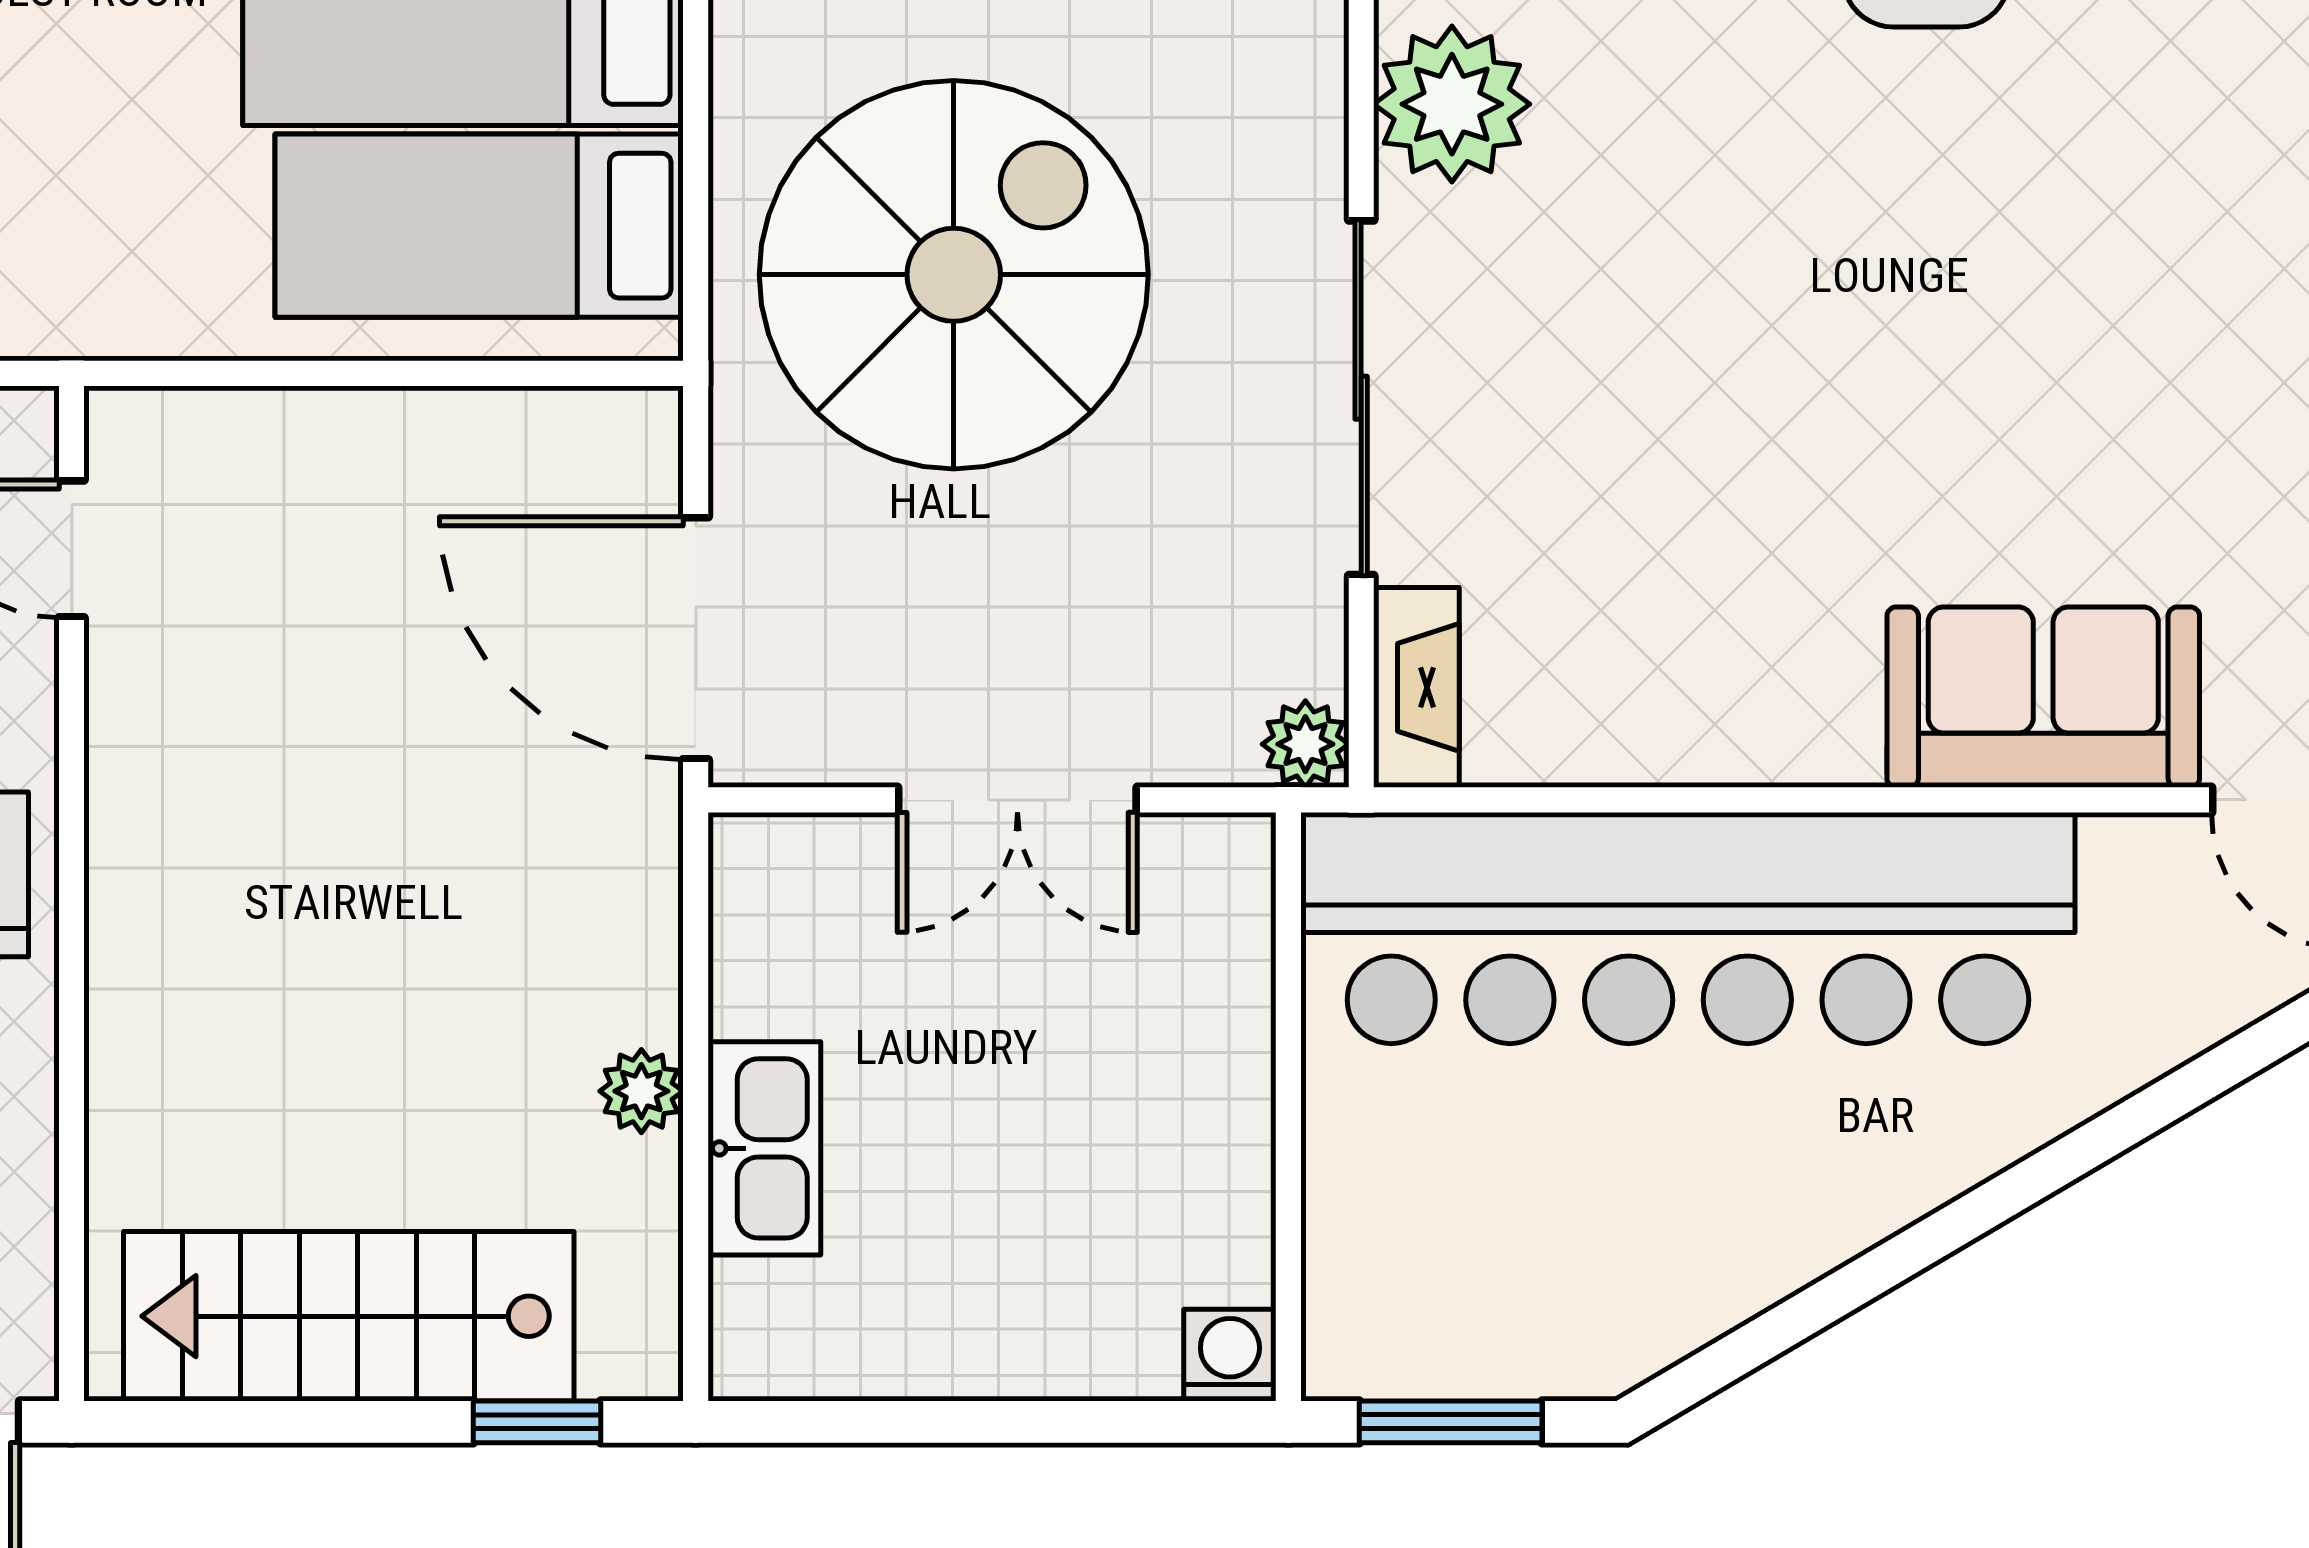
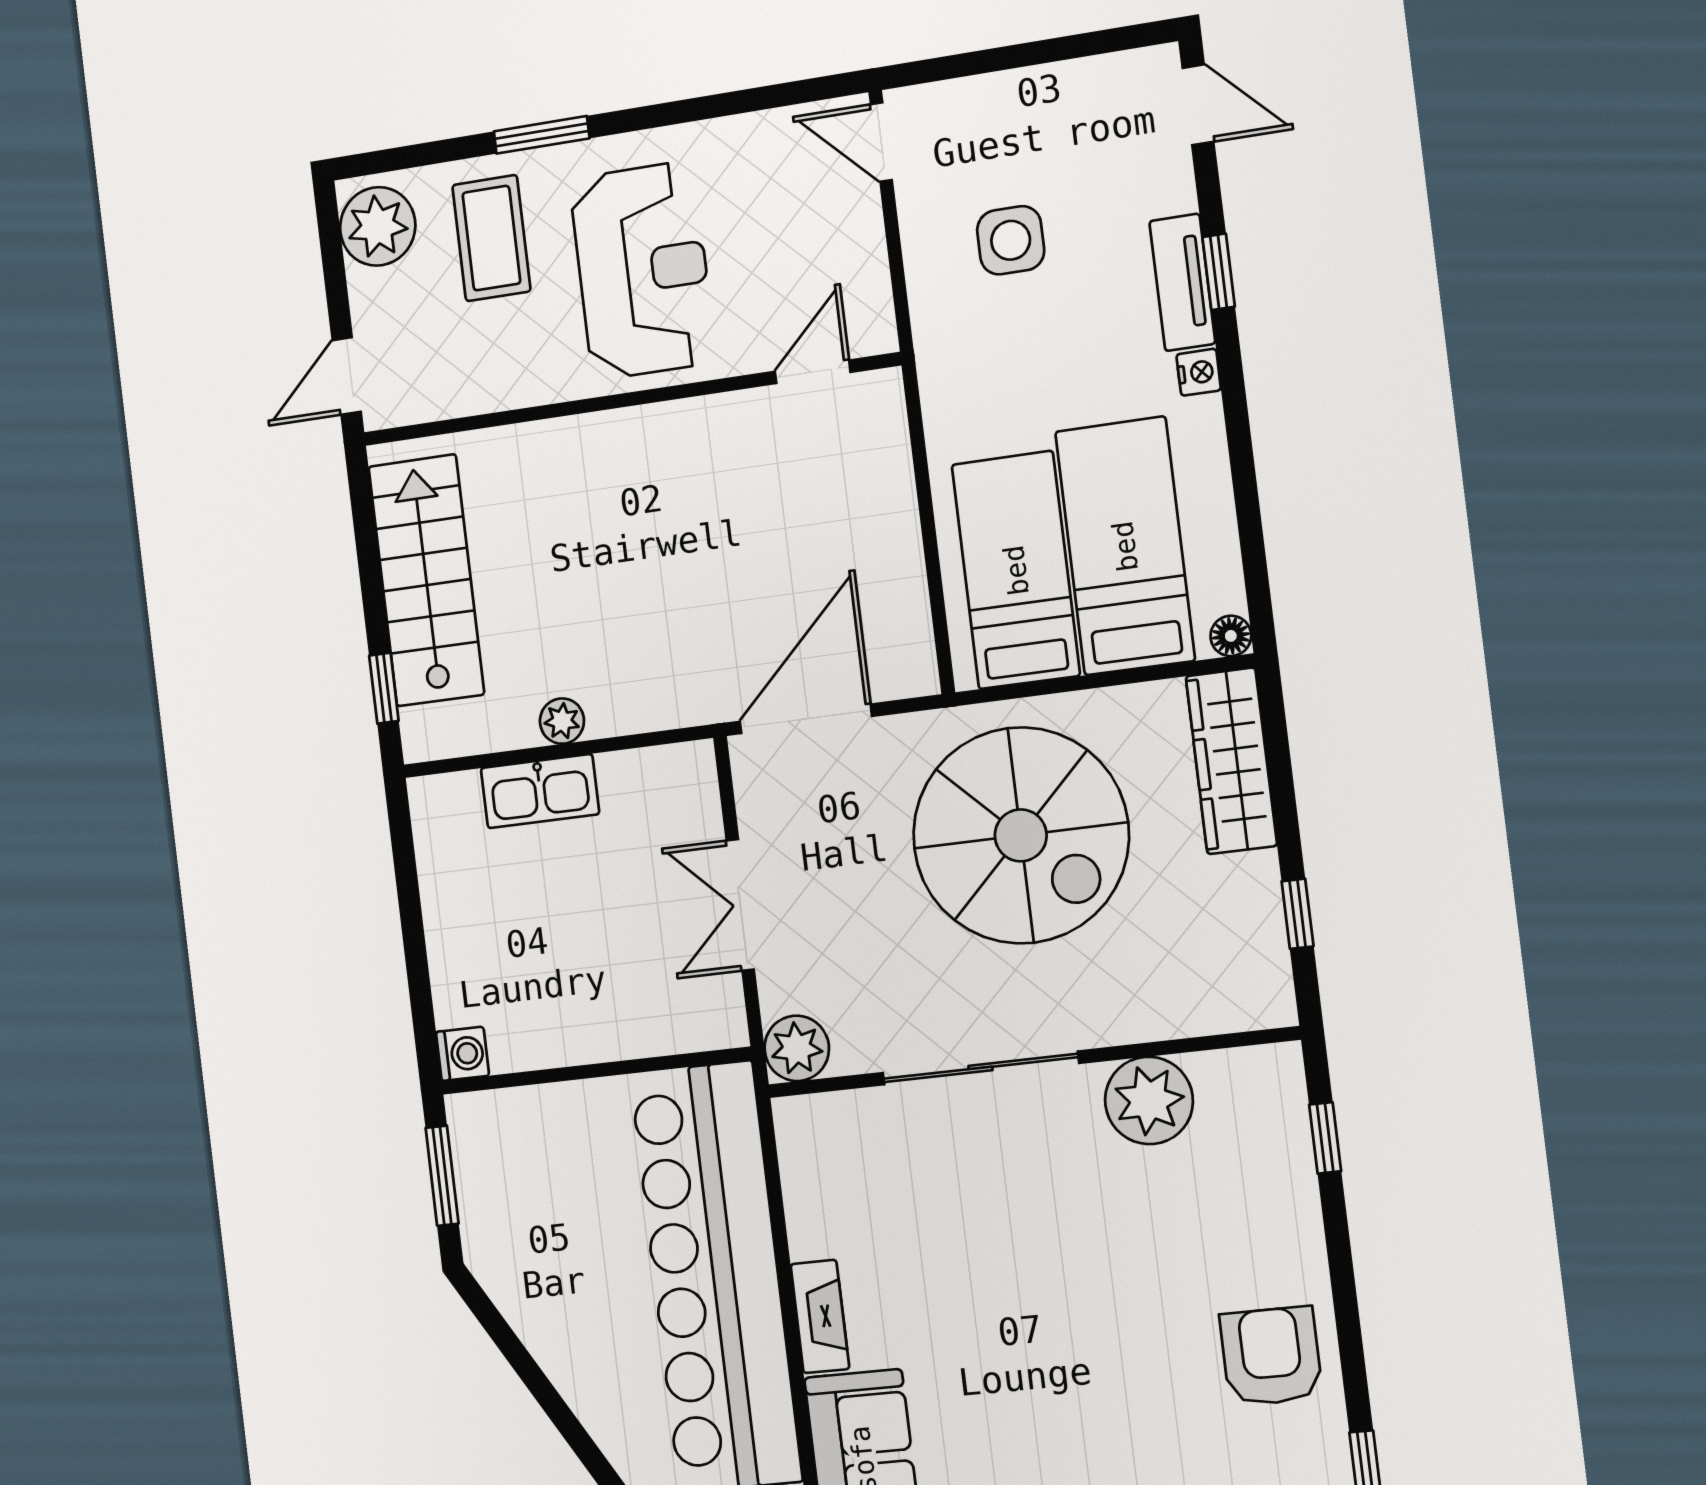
fireplace: (1416, 687) -> (820, 1317), moved, turned -90
plant: (1305, 744) -> (797, 1048), width x1.38, depth x1.38

